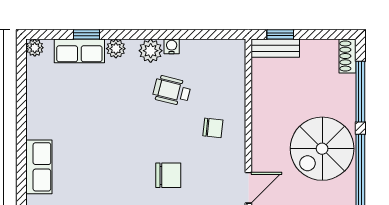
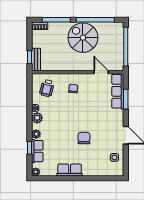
wheelchair: (172, 91) -> (47, 88), moved
spiral stairs: (322, 149) -> (83, 38), turned 180
row of seats: (39, 167) -> (70, 170), moved
chair: (168, 175) -> (84, 138), moved

